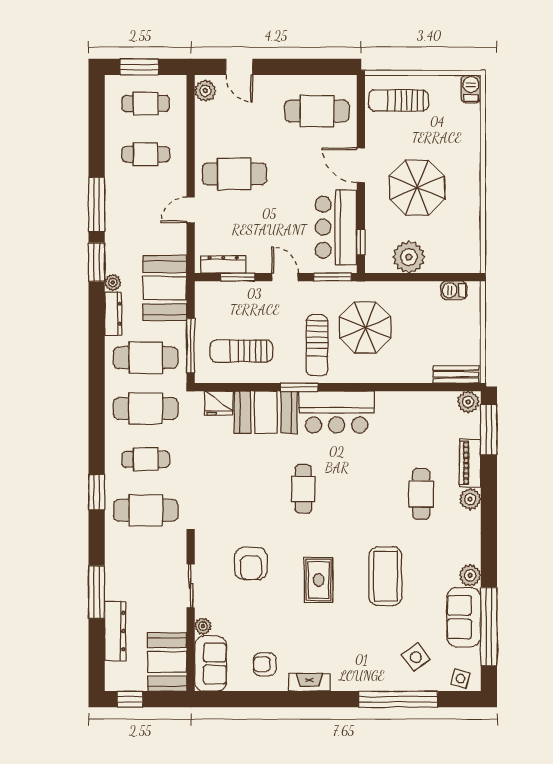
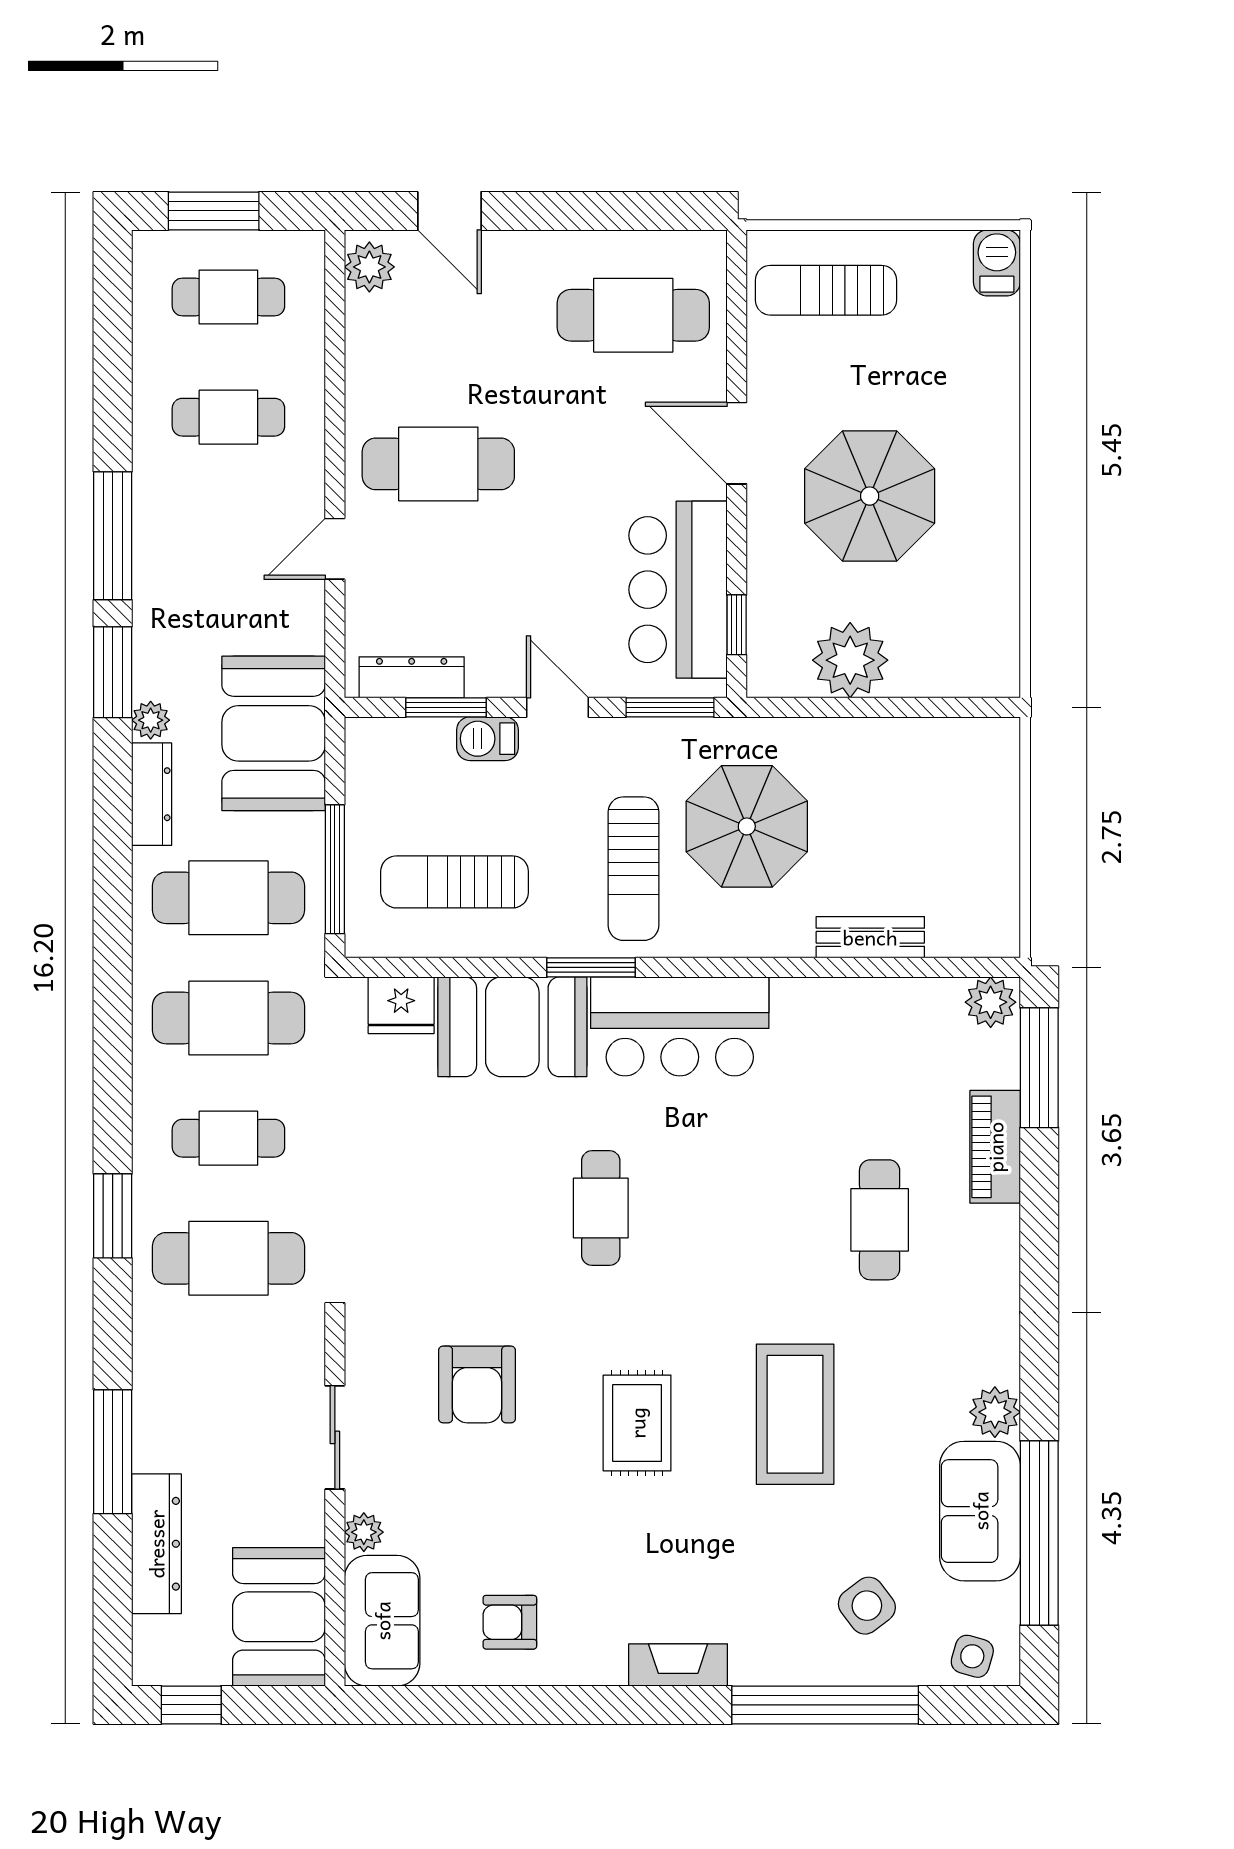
barbecue: (454, 290) -> (488, 739), moved
bench: (456, 374) -> (870, 937), moved
plant: (470, 499) -> (995, 1232), removed
fireplace: (310, 682) -> (678, 1665), moved

